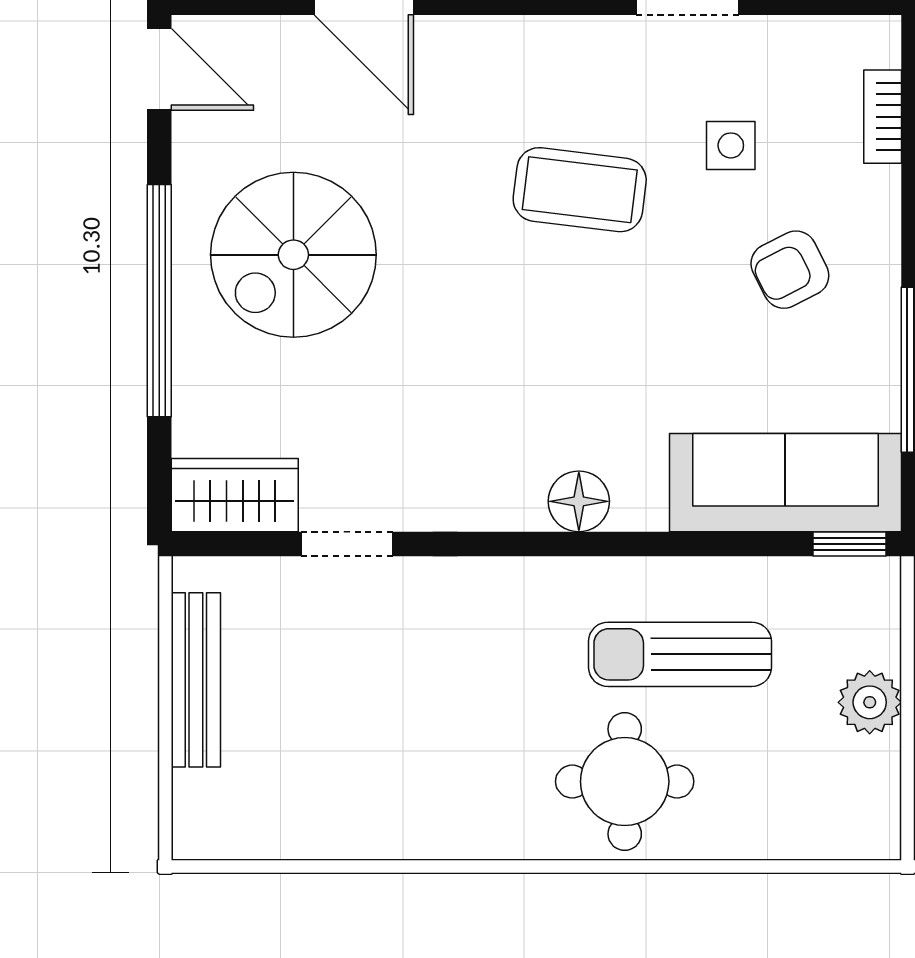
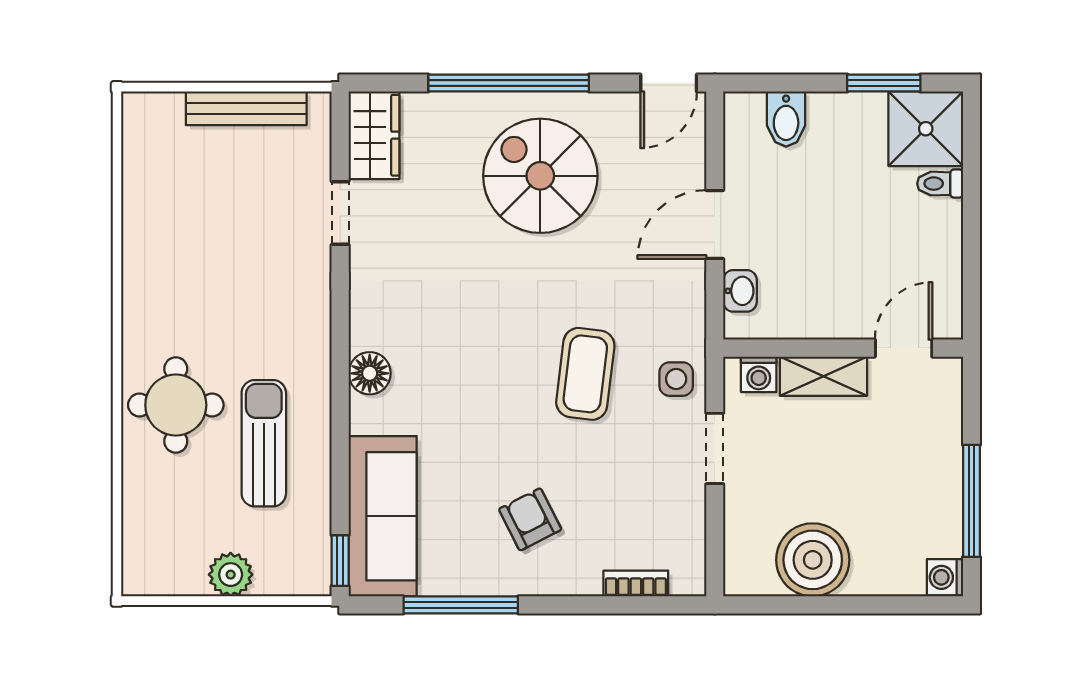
side table: (731, 145) -> (676, 379), moved

